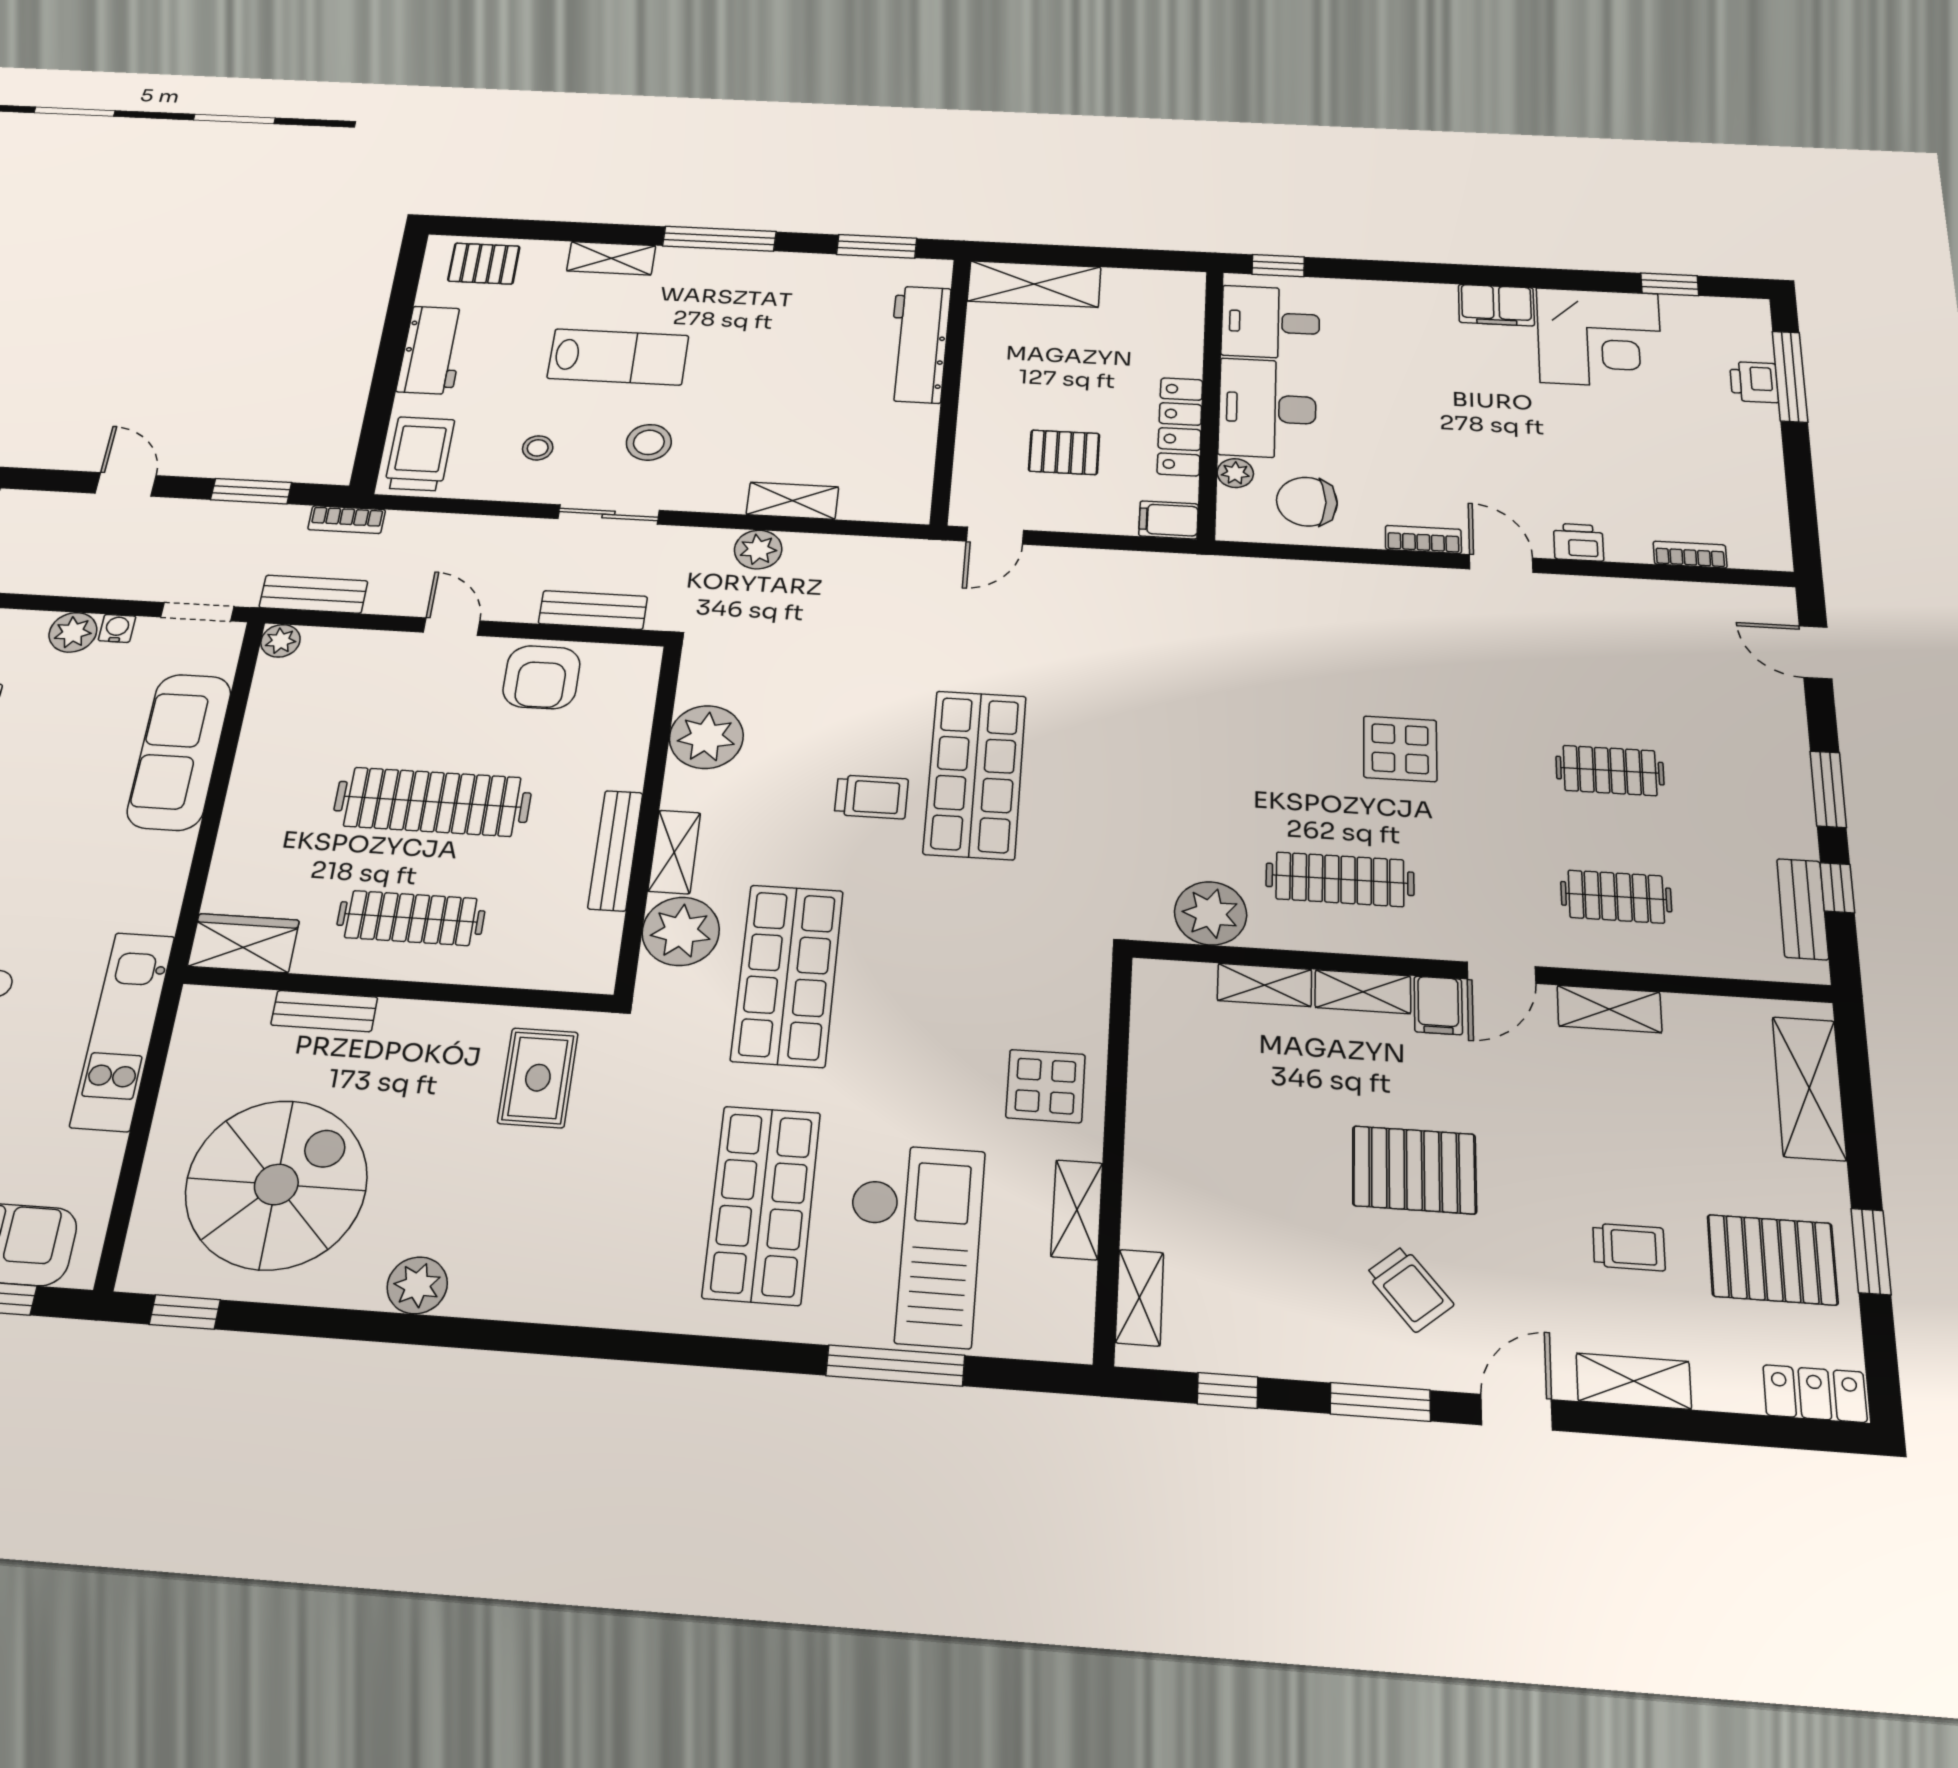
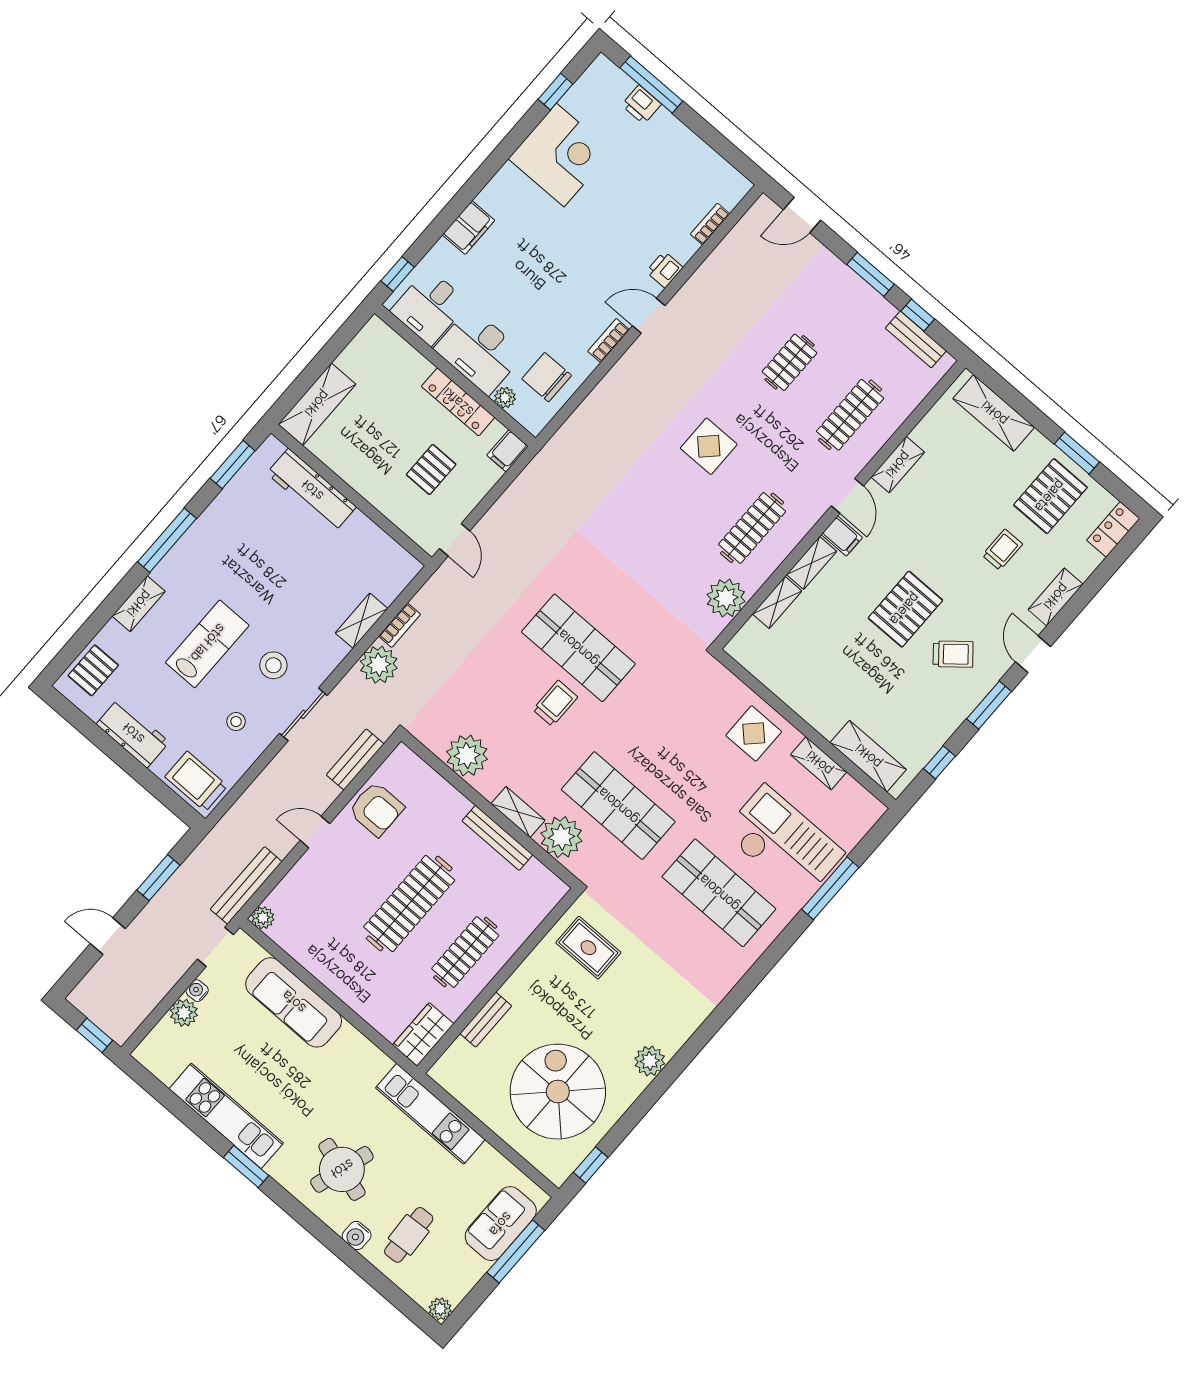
filing cabinet: (1496, 305) -> (468, 228), moved
chair: (1307, 502) -> (547, 377), turned 90
bookcase: (347, 520) -> (399, 625), moved
plant: (758, 550) -> (379, 665), width x1.36, depth x1.36
bench: (313, 594) -> (246, 886), width x1.36
clothes rail: (1616, 897) -> (850, 415), width x1.36
shelving: (1140, 1298) -> (868, 756), width x1.50, depth x1.33

